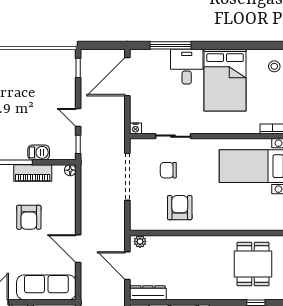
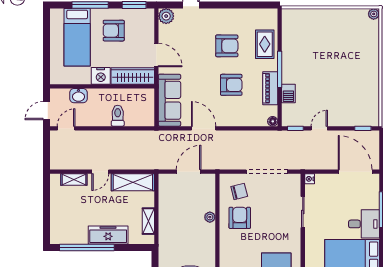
chair: (168, 170) -> (239, 191), moved, turned 76
armchair: (180, 208) -> (240, 218), turned -90
armchair: (29, 217) -> (231, 85), turned 180
plant: (140, 242) -> (210, 217), moved
door: (78, 249) -> (204, 128), hinge flipped
dresser: (148, 293) -> (165, 190), removed

